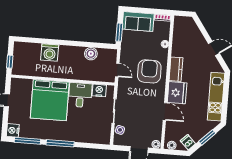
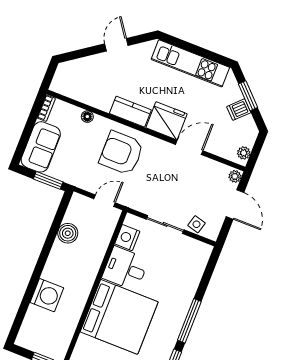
dishwasher: (188, 142) -> (239, 110), moved

